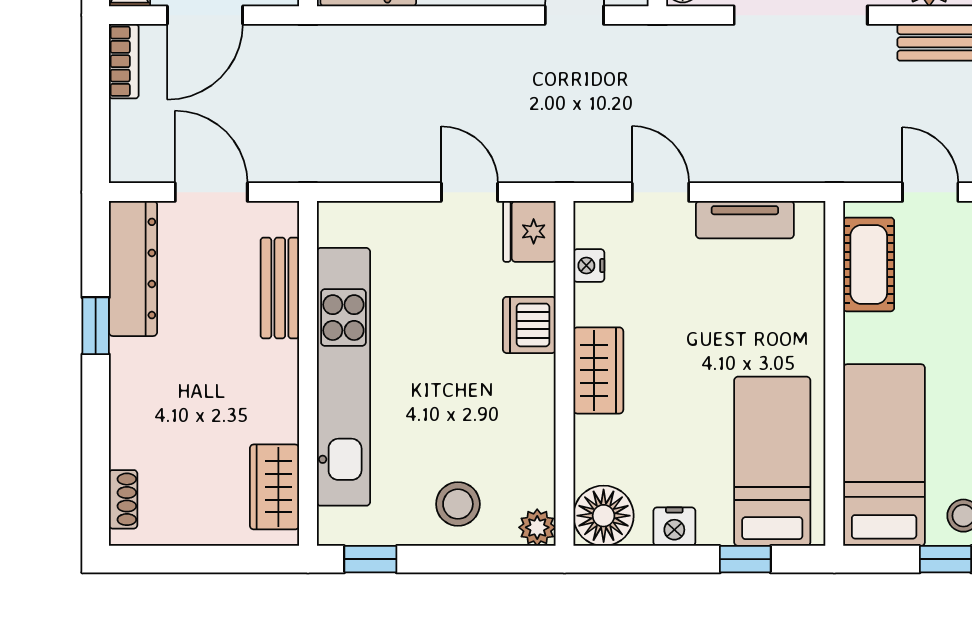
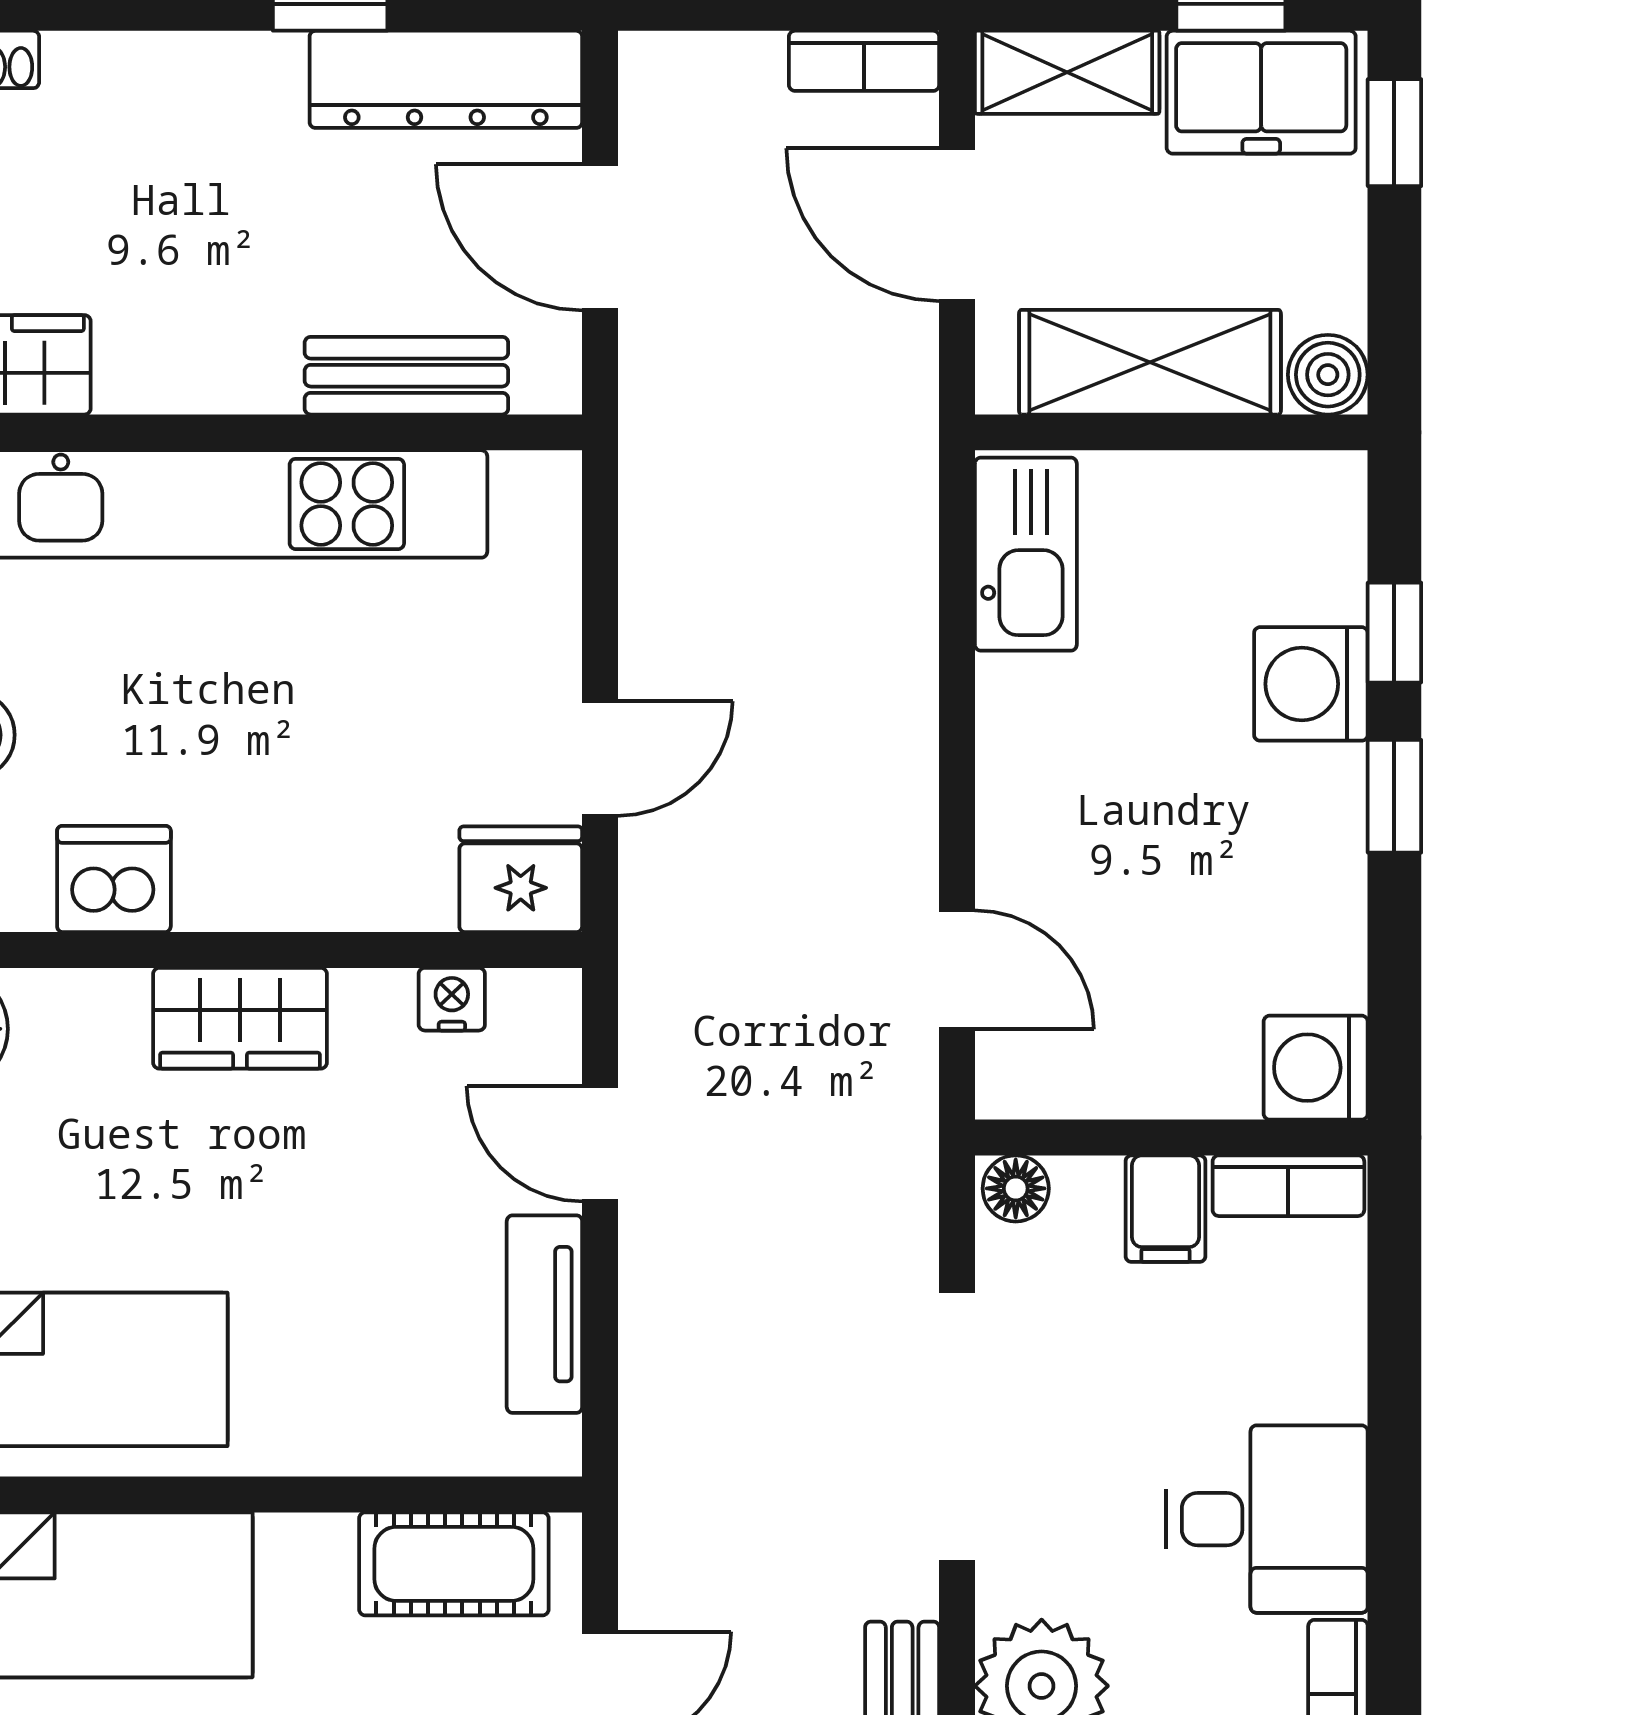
door: (211, 192) -> (600, 237), swing flipped
door: (660, 192) -> (600, 1144), swing flipped
dishwasher: (529, 325) -> (114, 879), moved

